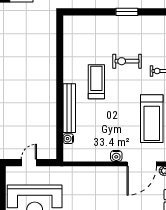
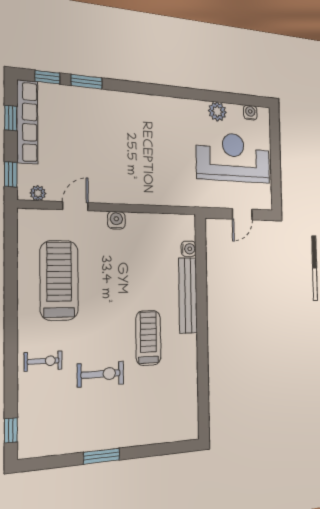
treadmill: (96, 82) -> (148, 338), turned 180
door: (142, 164) -> (75, 206), width x0.53

